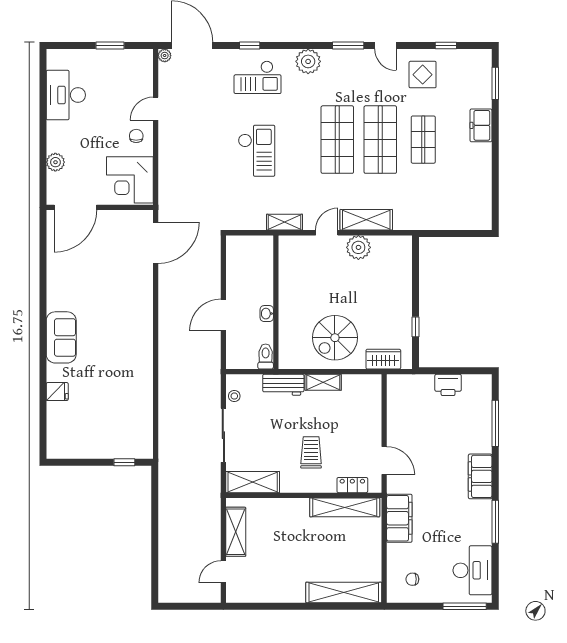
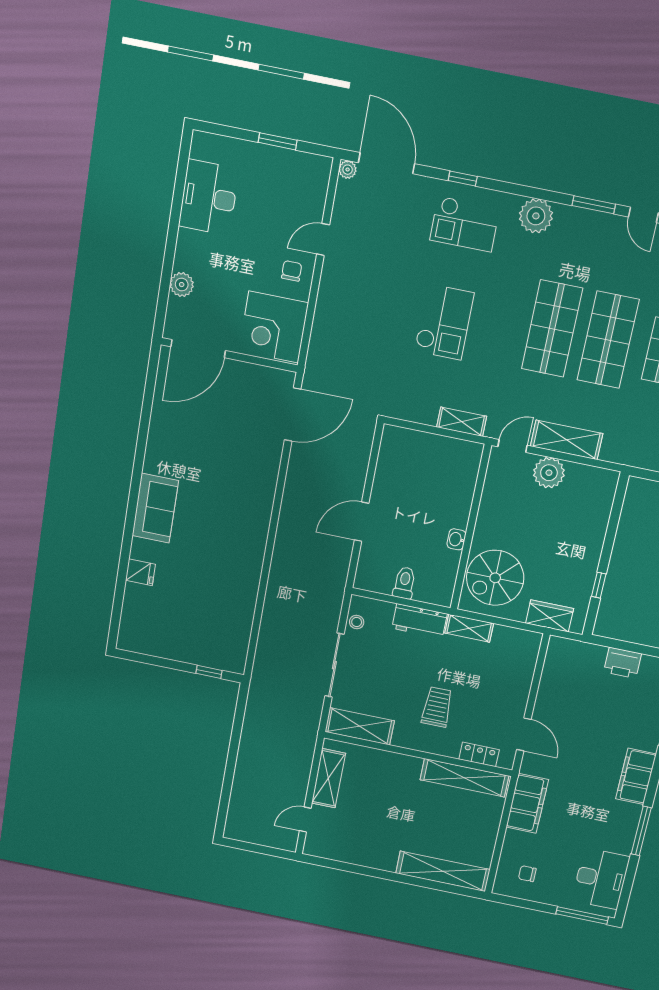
wall: (276, 302) -> (471, 528), moved
washbasin: (267, 314) -> (456, 539), moved

